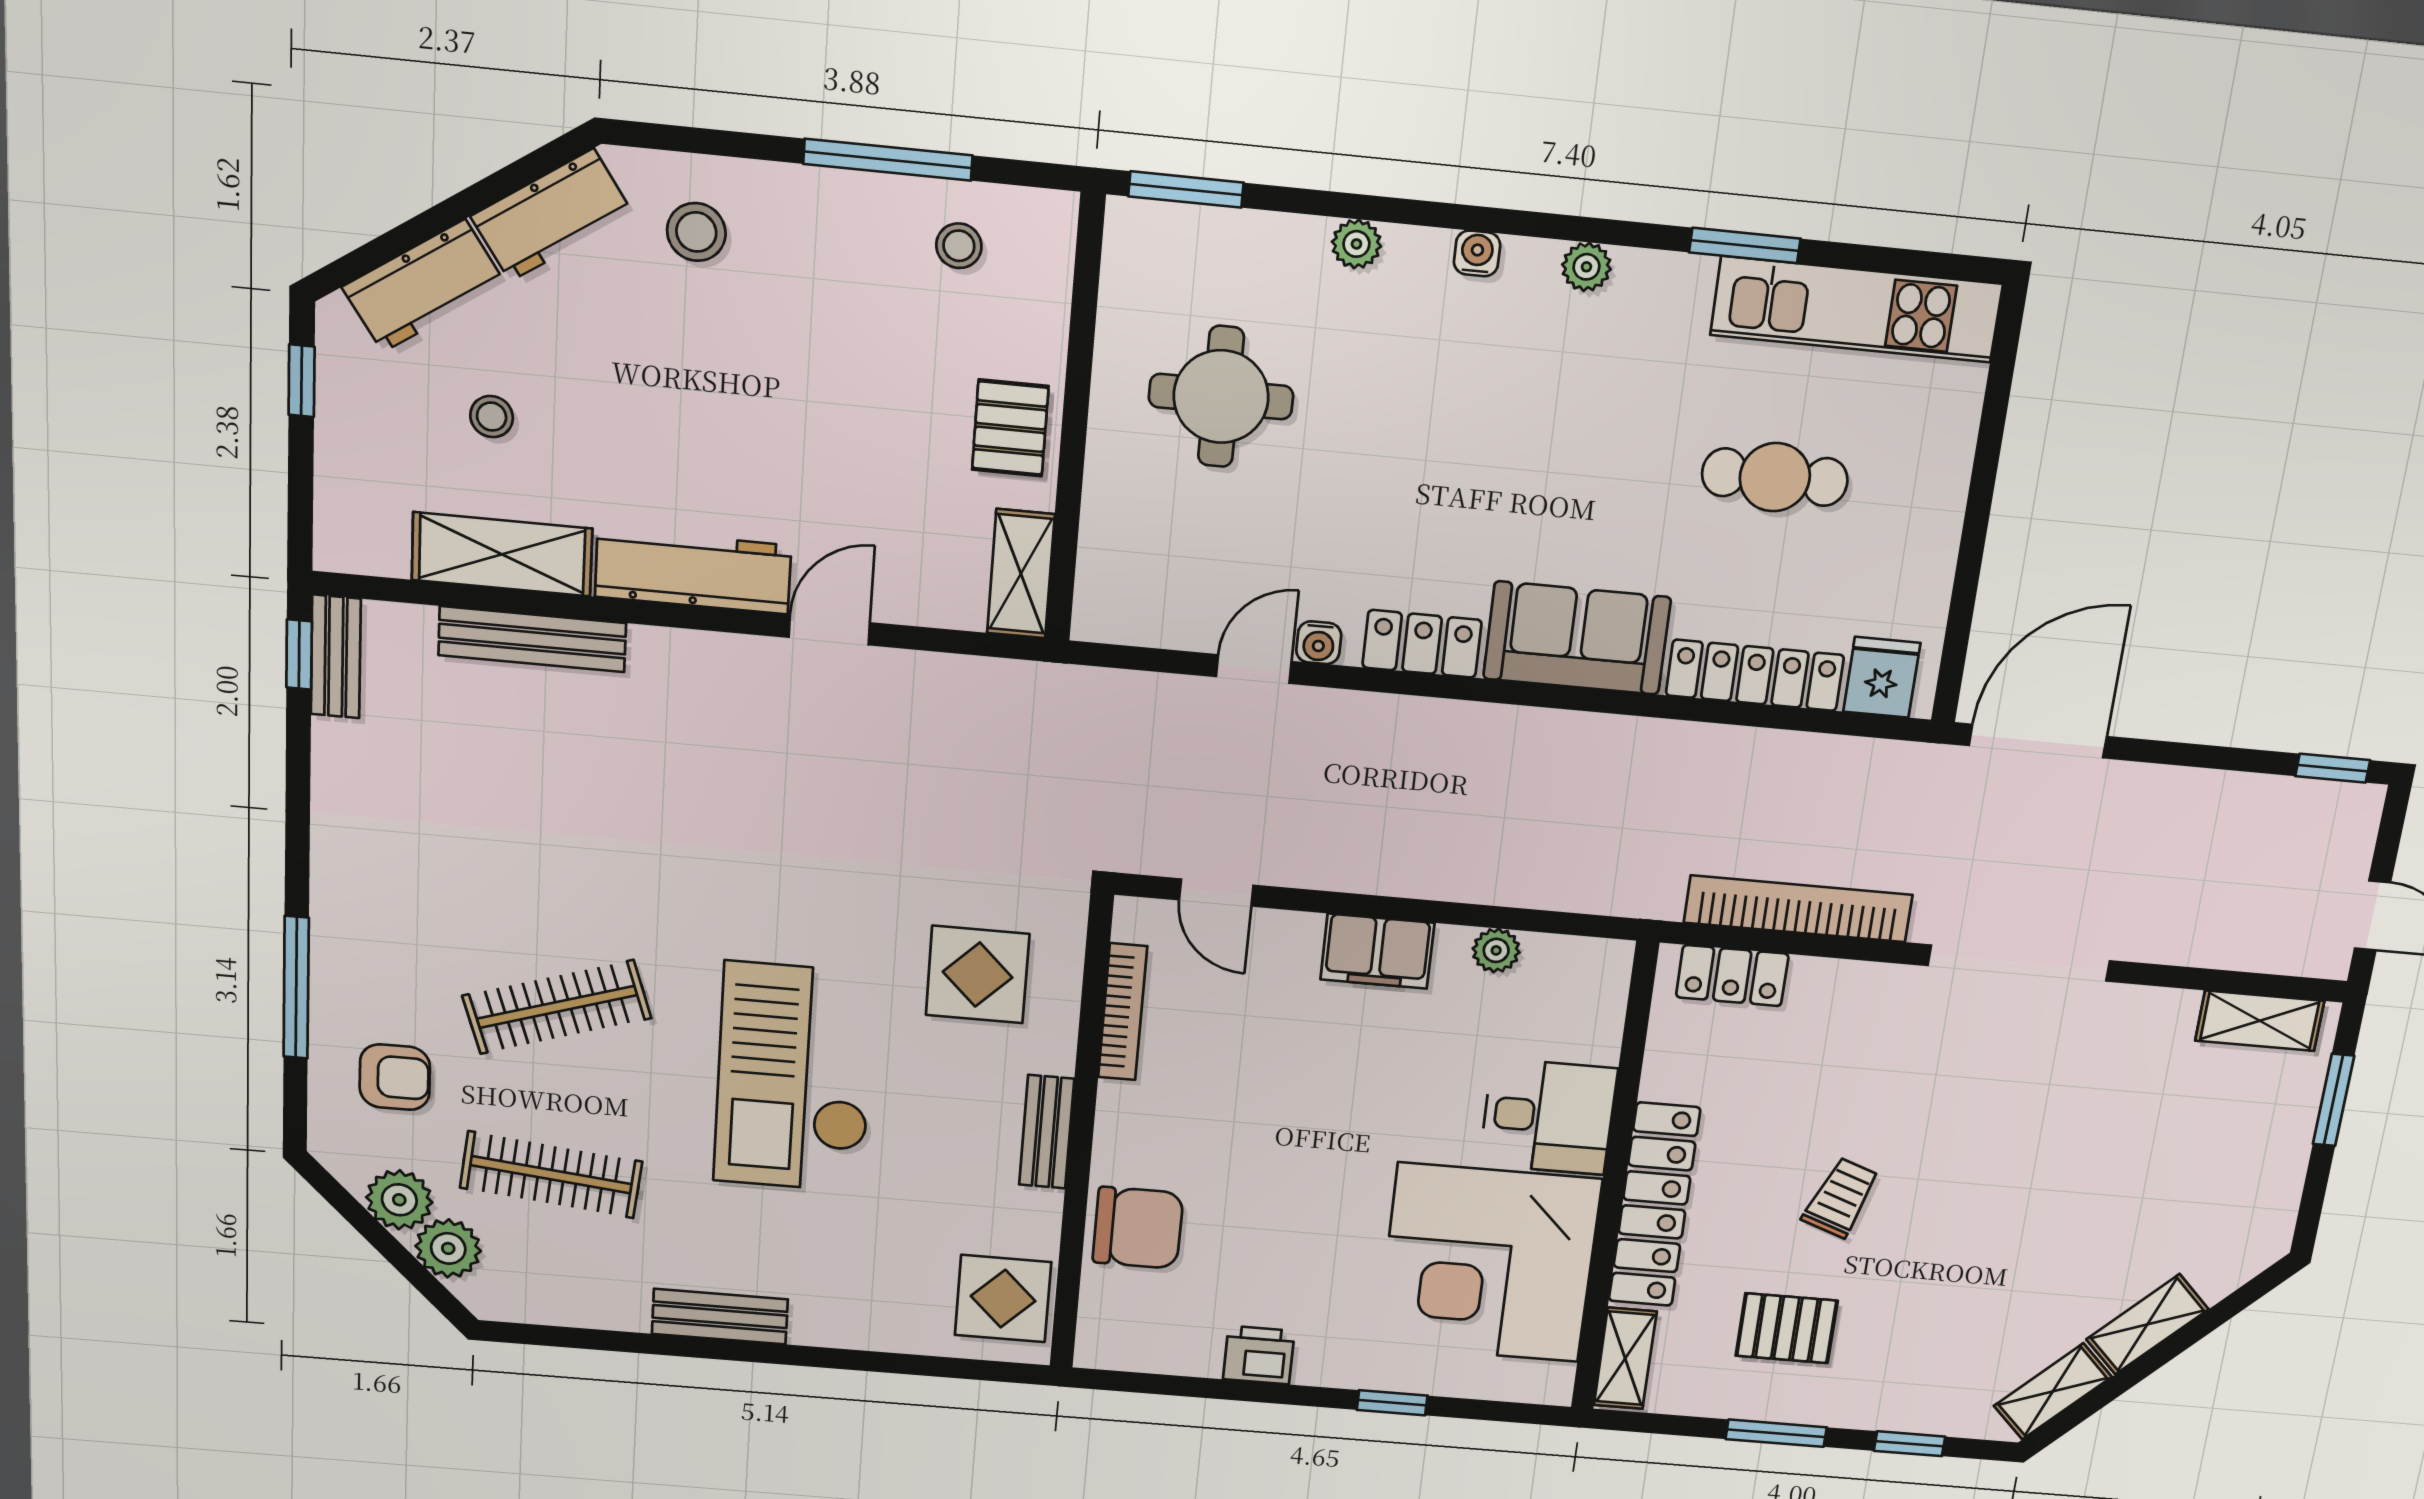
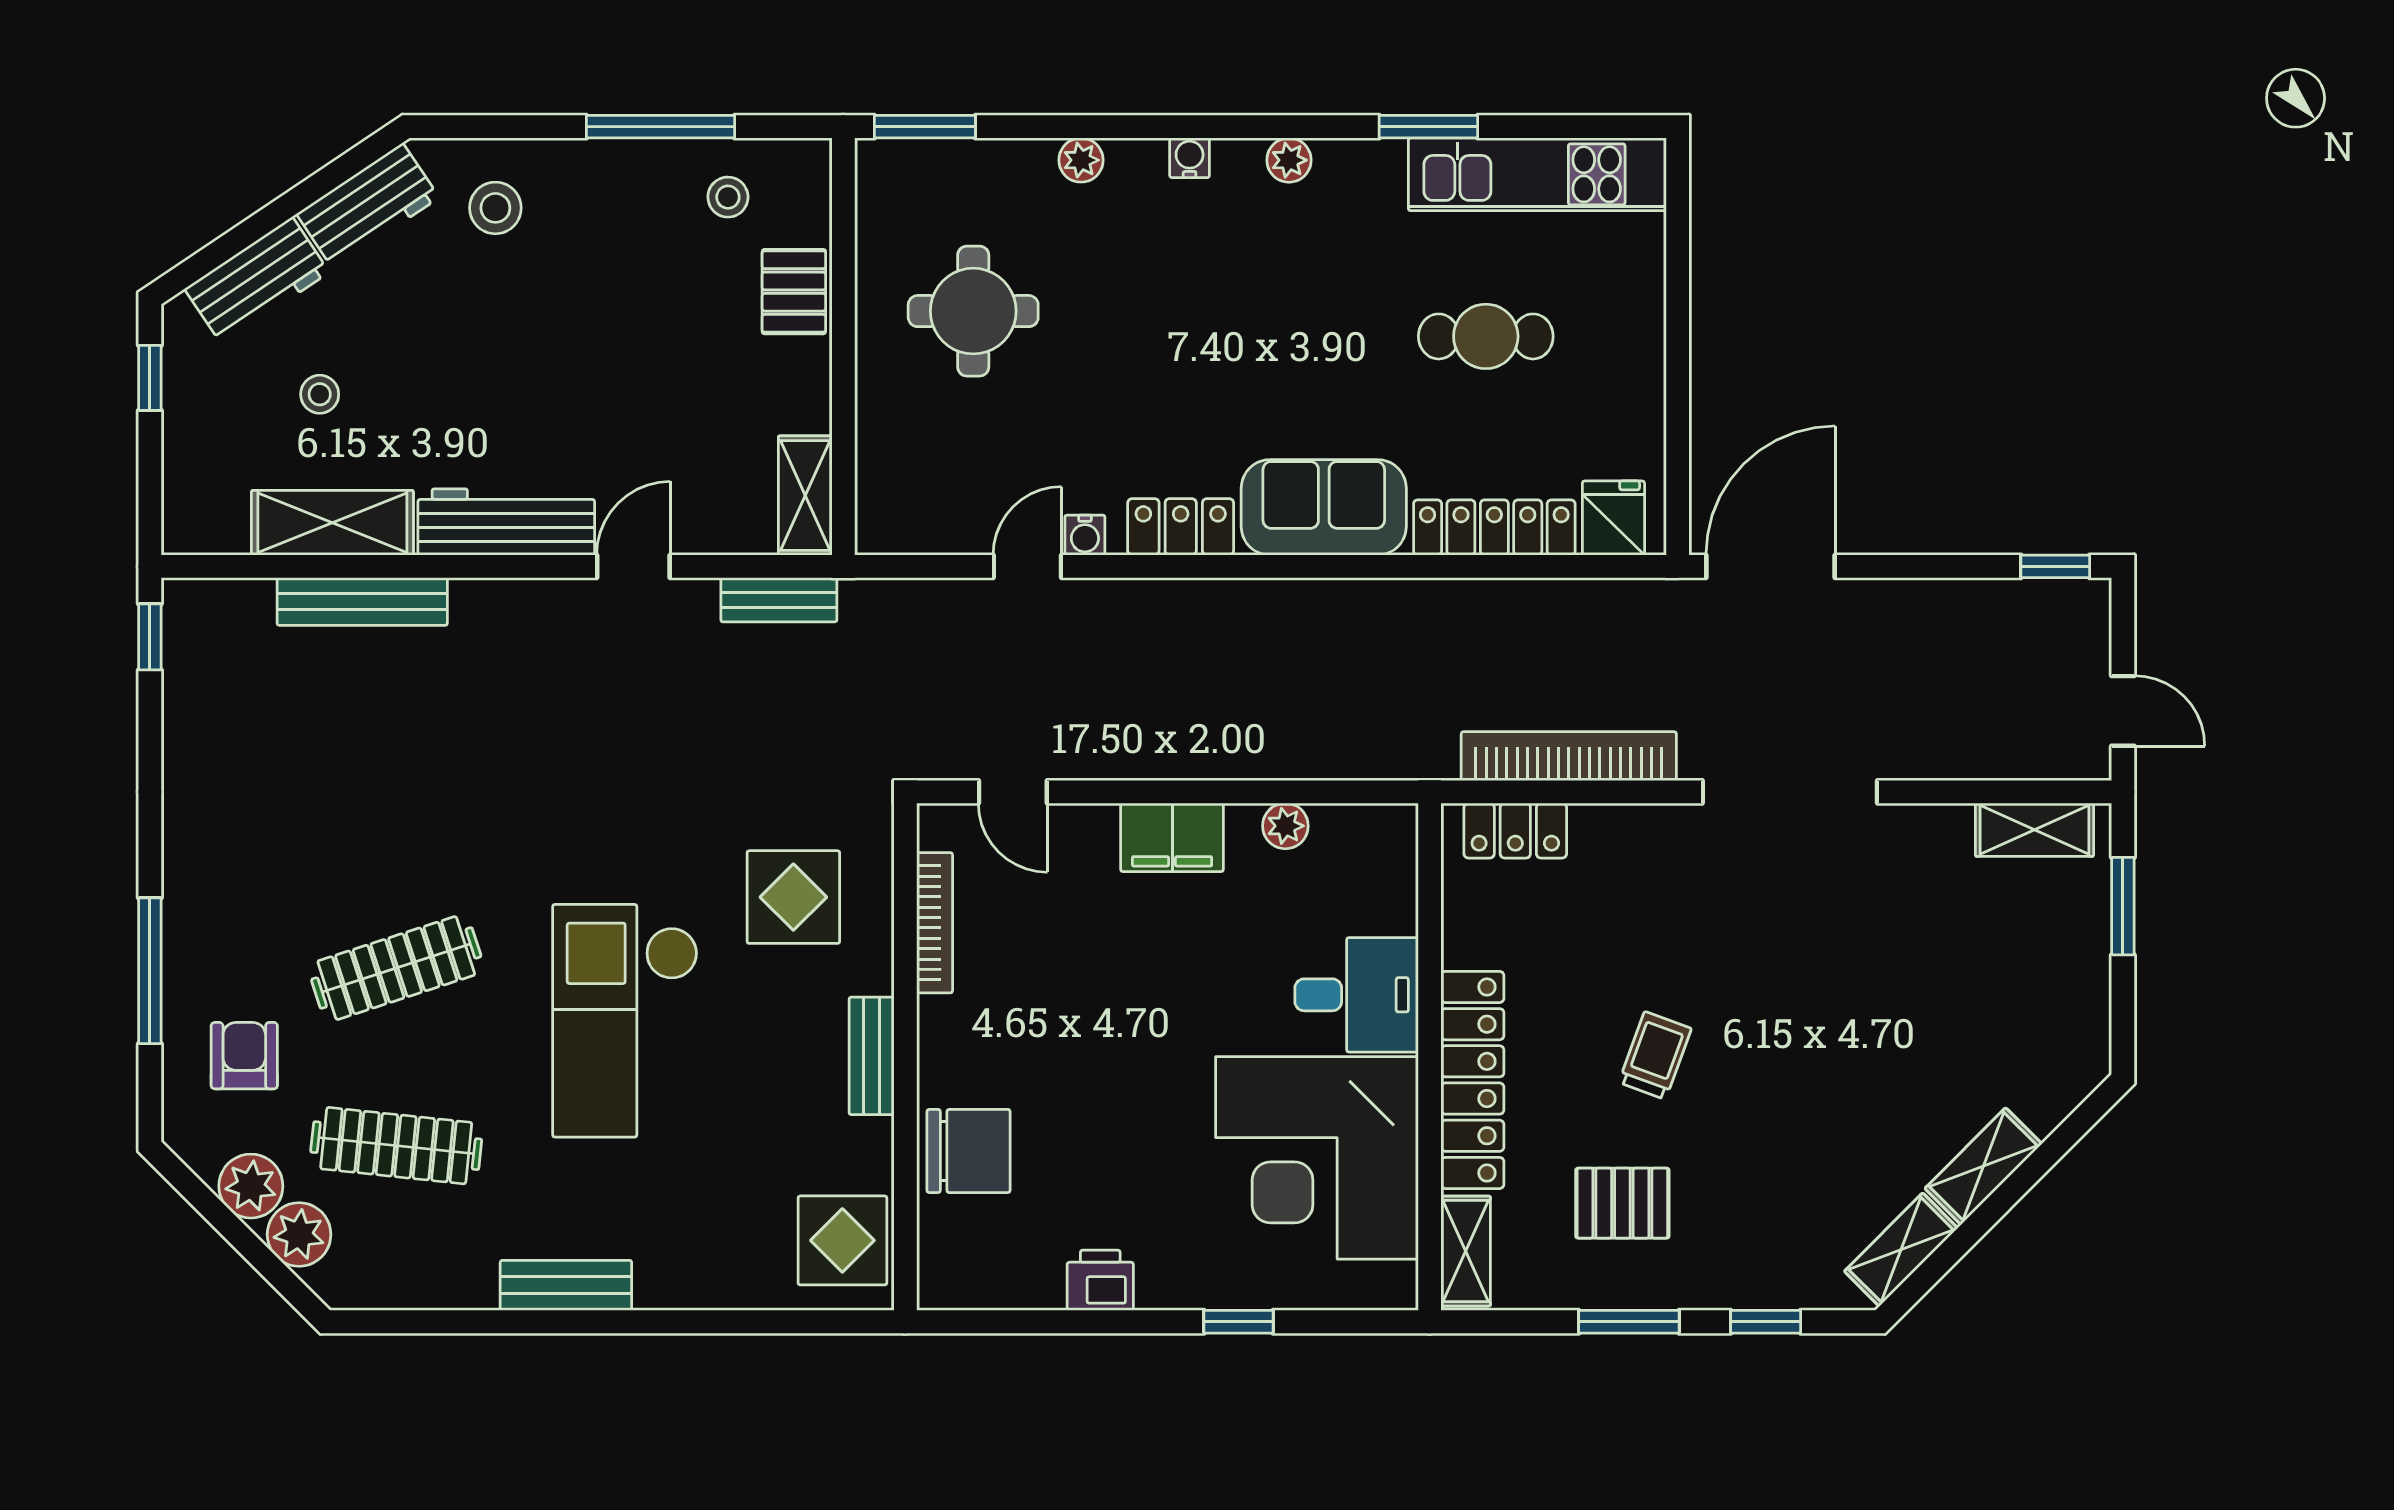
pallet: (1010, 428) -> (794, 292), moved
bench: (336, 657) -> (779, 600), moved, turned 90
armchair: (395, 1077) -> (244, 1056), turned -90

